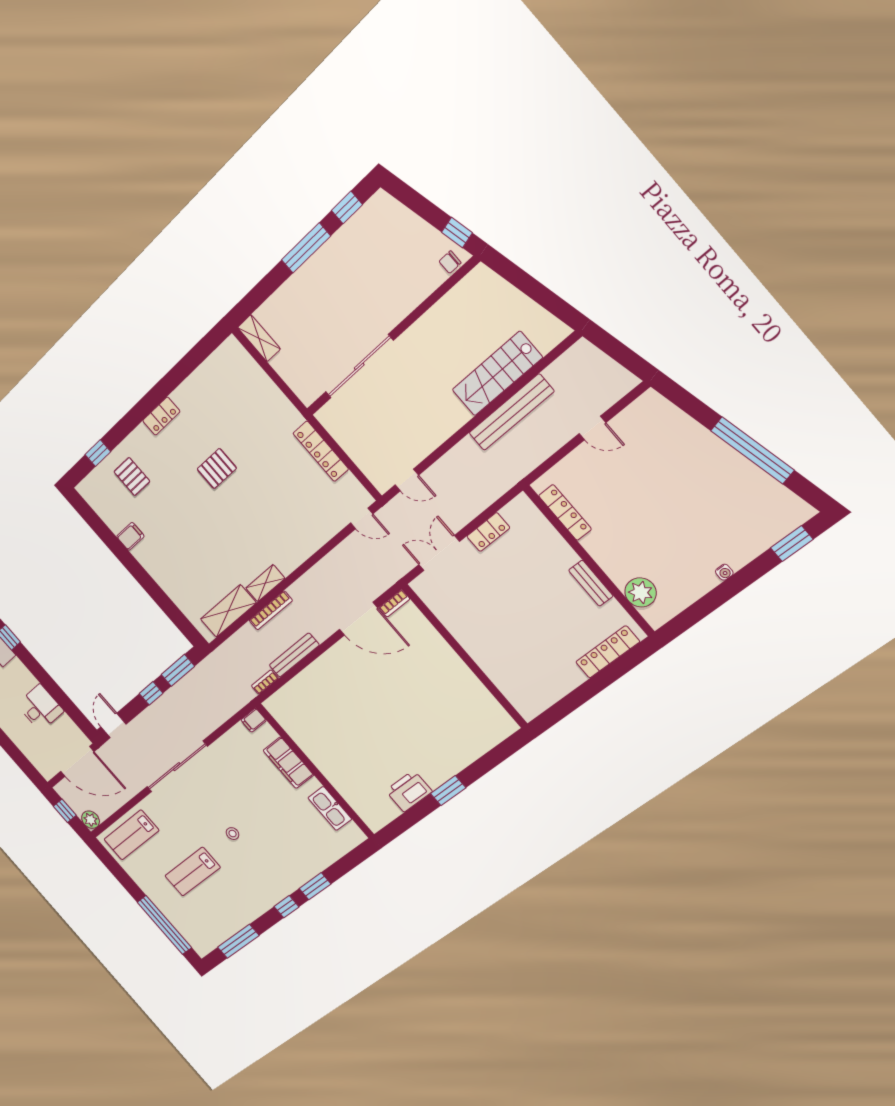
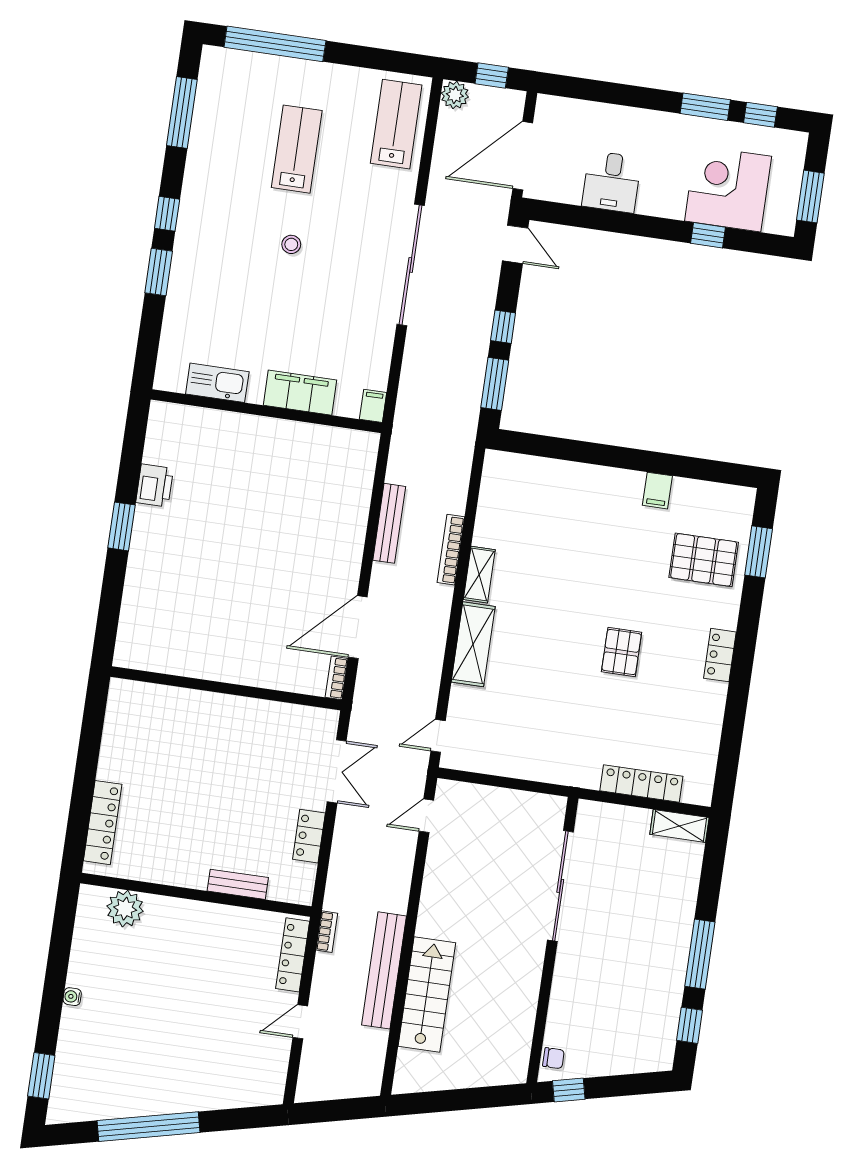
chair: (450, 262) -> (553, 1058), turned 90
locker: (321, 451) -> (641, 784), moved
window: (98, 453) -> (759, 552), width x1.50
pallet: (132, 477) -> (704, 560), width x1.50, depth x1.42
locker: (565, 512) -> (293, 955), moved, turned 90
bench: (591, 583) -> (238, 884), moved
shelving: (228, 611) -> (473, 644), moved
bookcase: (265, 682) -> (327, 932), moved
printer: (409, 791) -> (155, 486), width x0.73, depth x0.84

